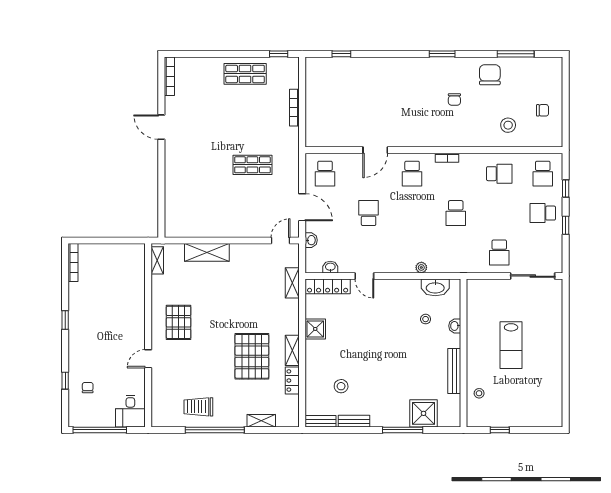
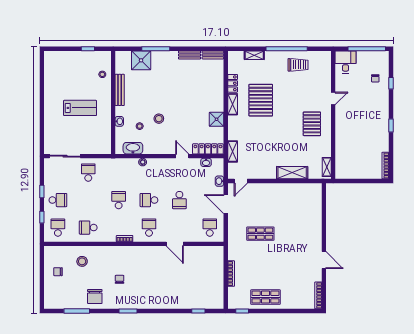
door: (375, 150) -> (175, 244), swing flipped
school desk: (412, 213) -> (149, 200), added
lab bench: (511, 345) -> (80, 108), turned 90
stool: (341, 386) -> (159, 119), moved

